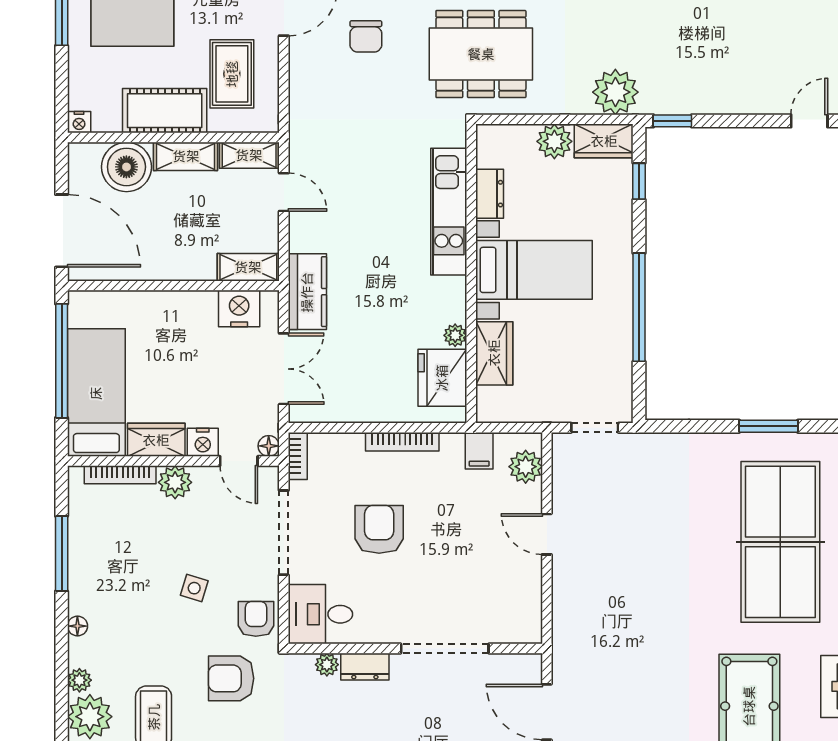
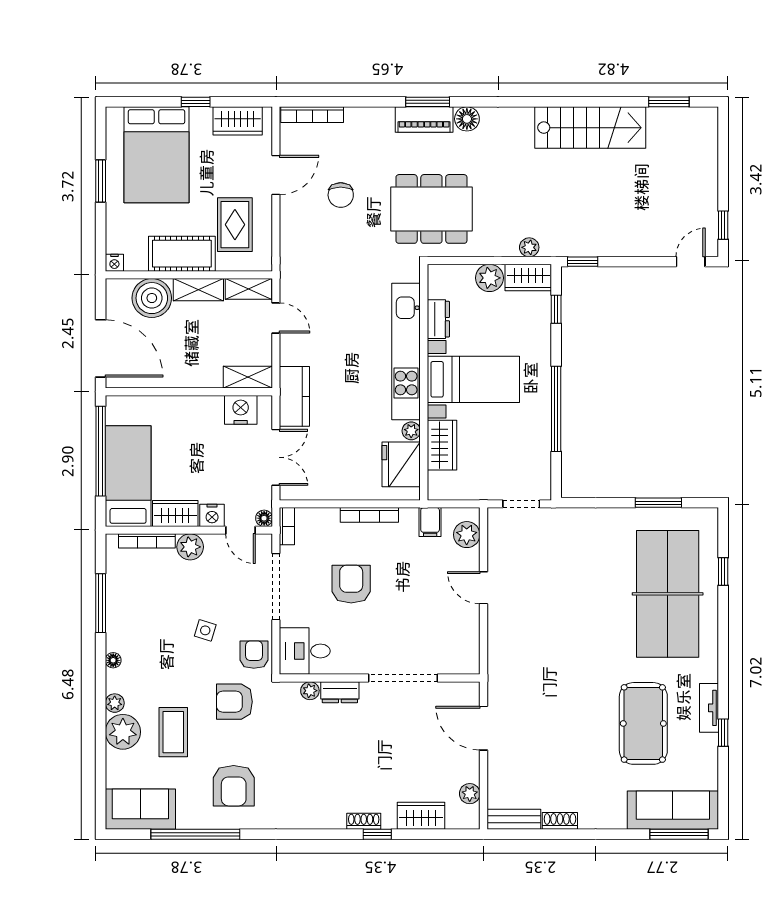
plant: (615, 92) -> (529, 247), width x0.53, depth x0.53
kitchen unit: (449, 212) -> (406, 352), width x1.36

